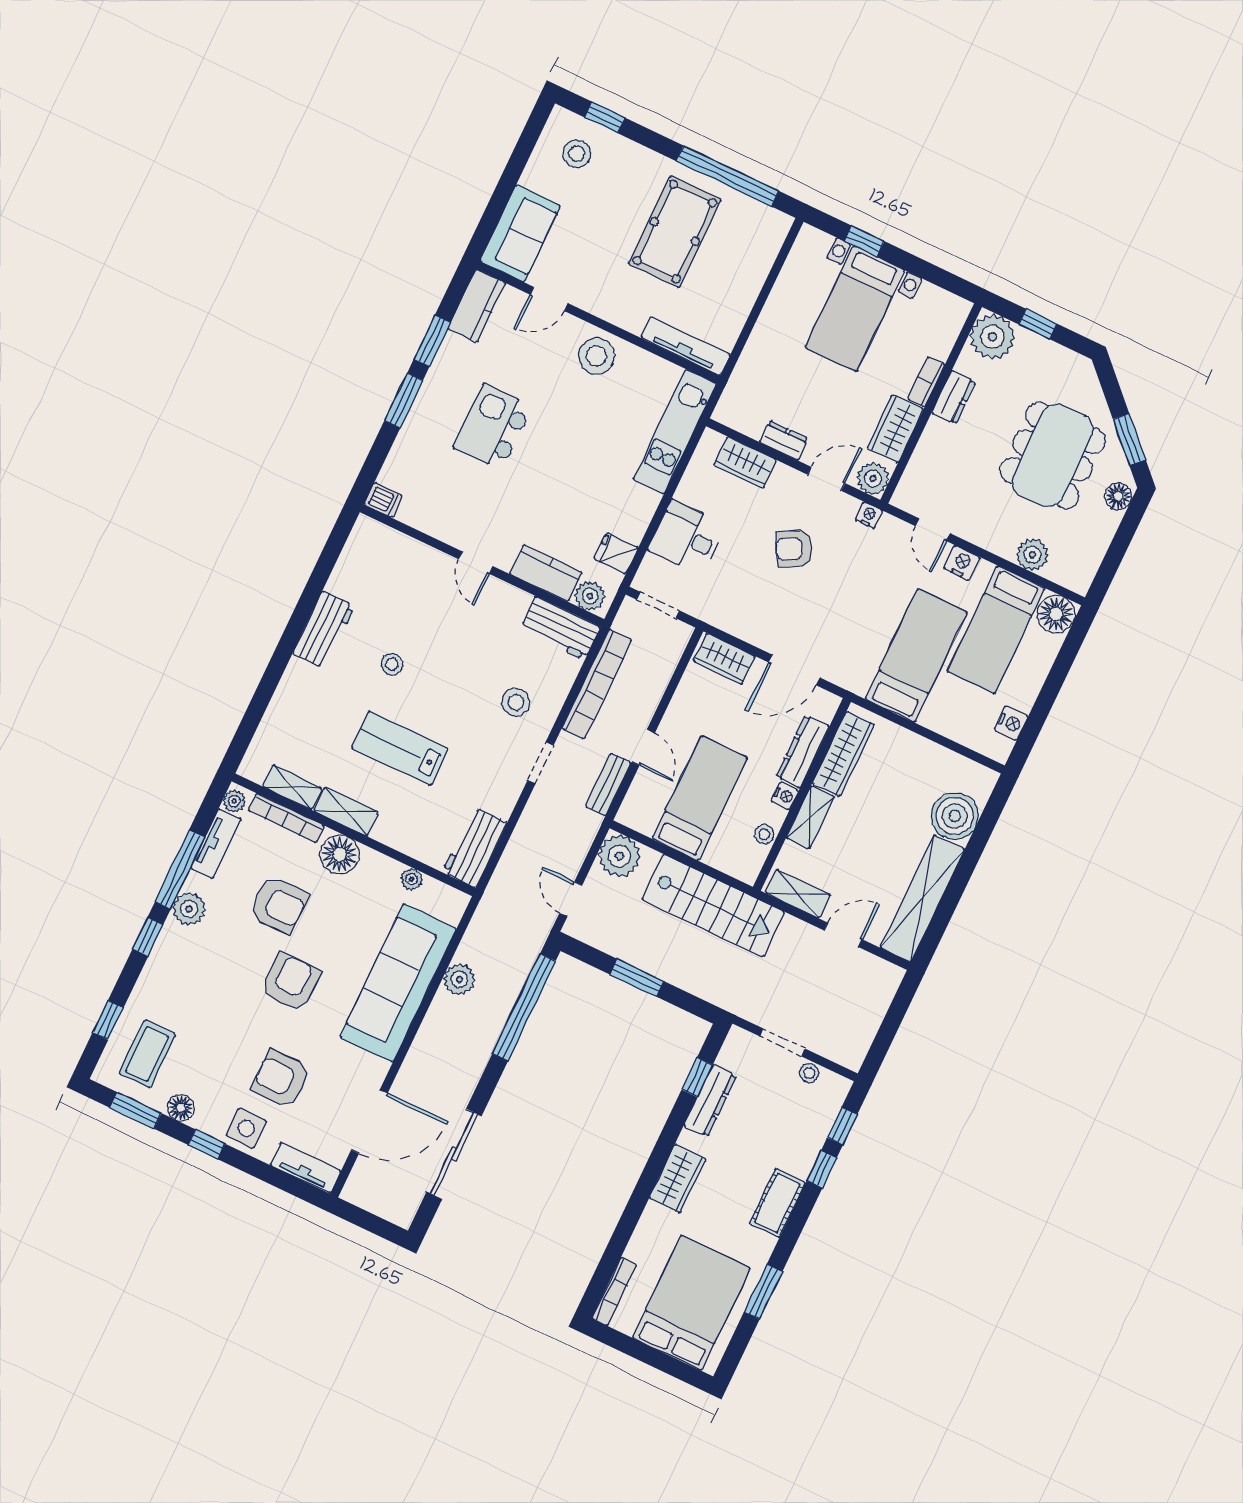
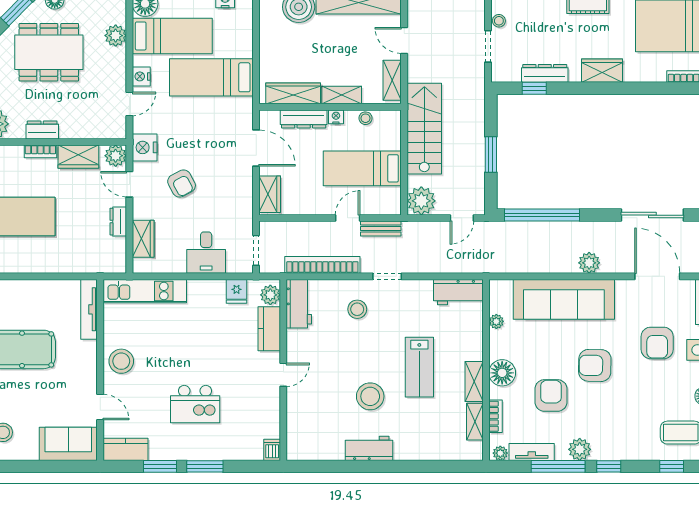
nightstand: (869, 515) -> (145, 147), width x1.89, depth x1.79
stool: (392, 664) -> (370, 396), width x1.89, depth x1.89
bookcase: (286, 818) -> (495, 416), width x0.64
plant: (459, 979) -> (589, 263), moved

